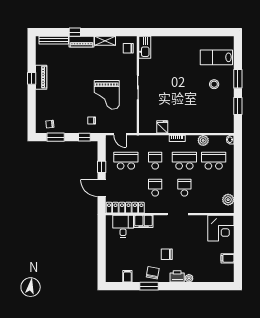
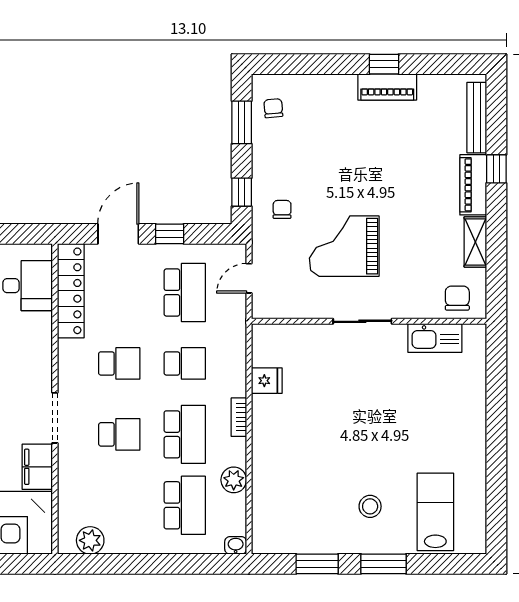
kitchen sink: (145, 47) -> (435, 338), moved
filing cabinet: (144, 221) -> (37, 467), moved

